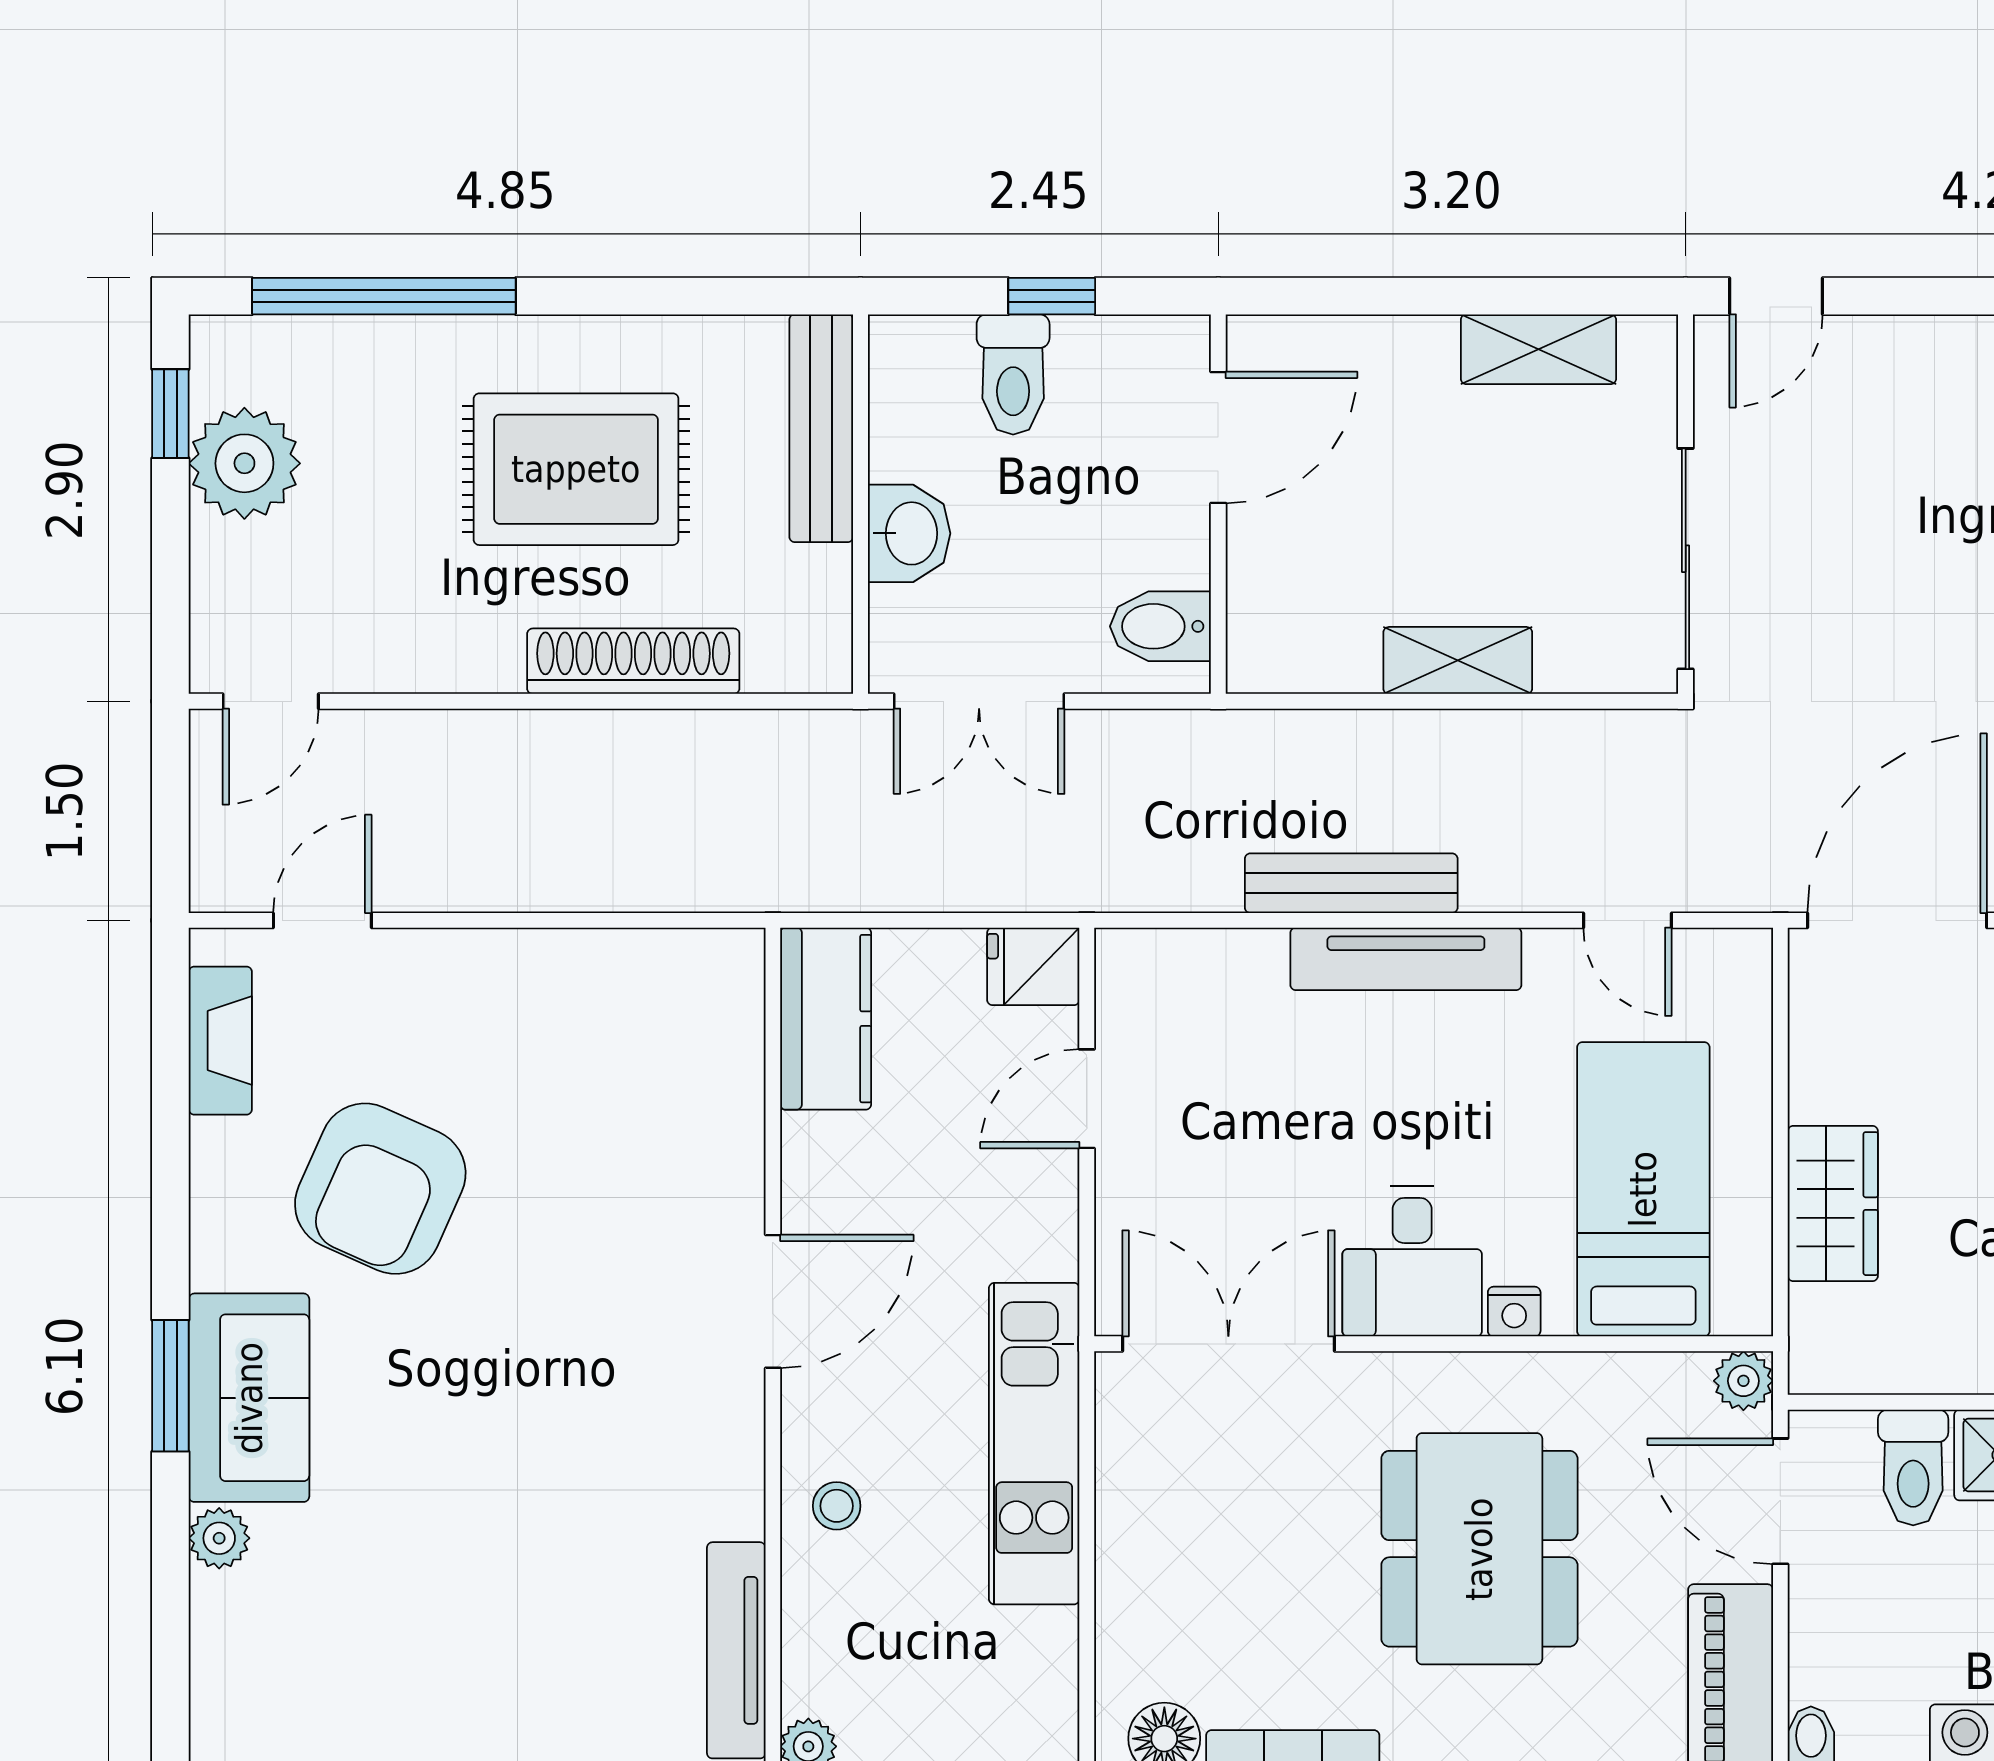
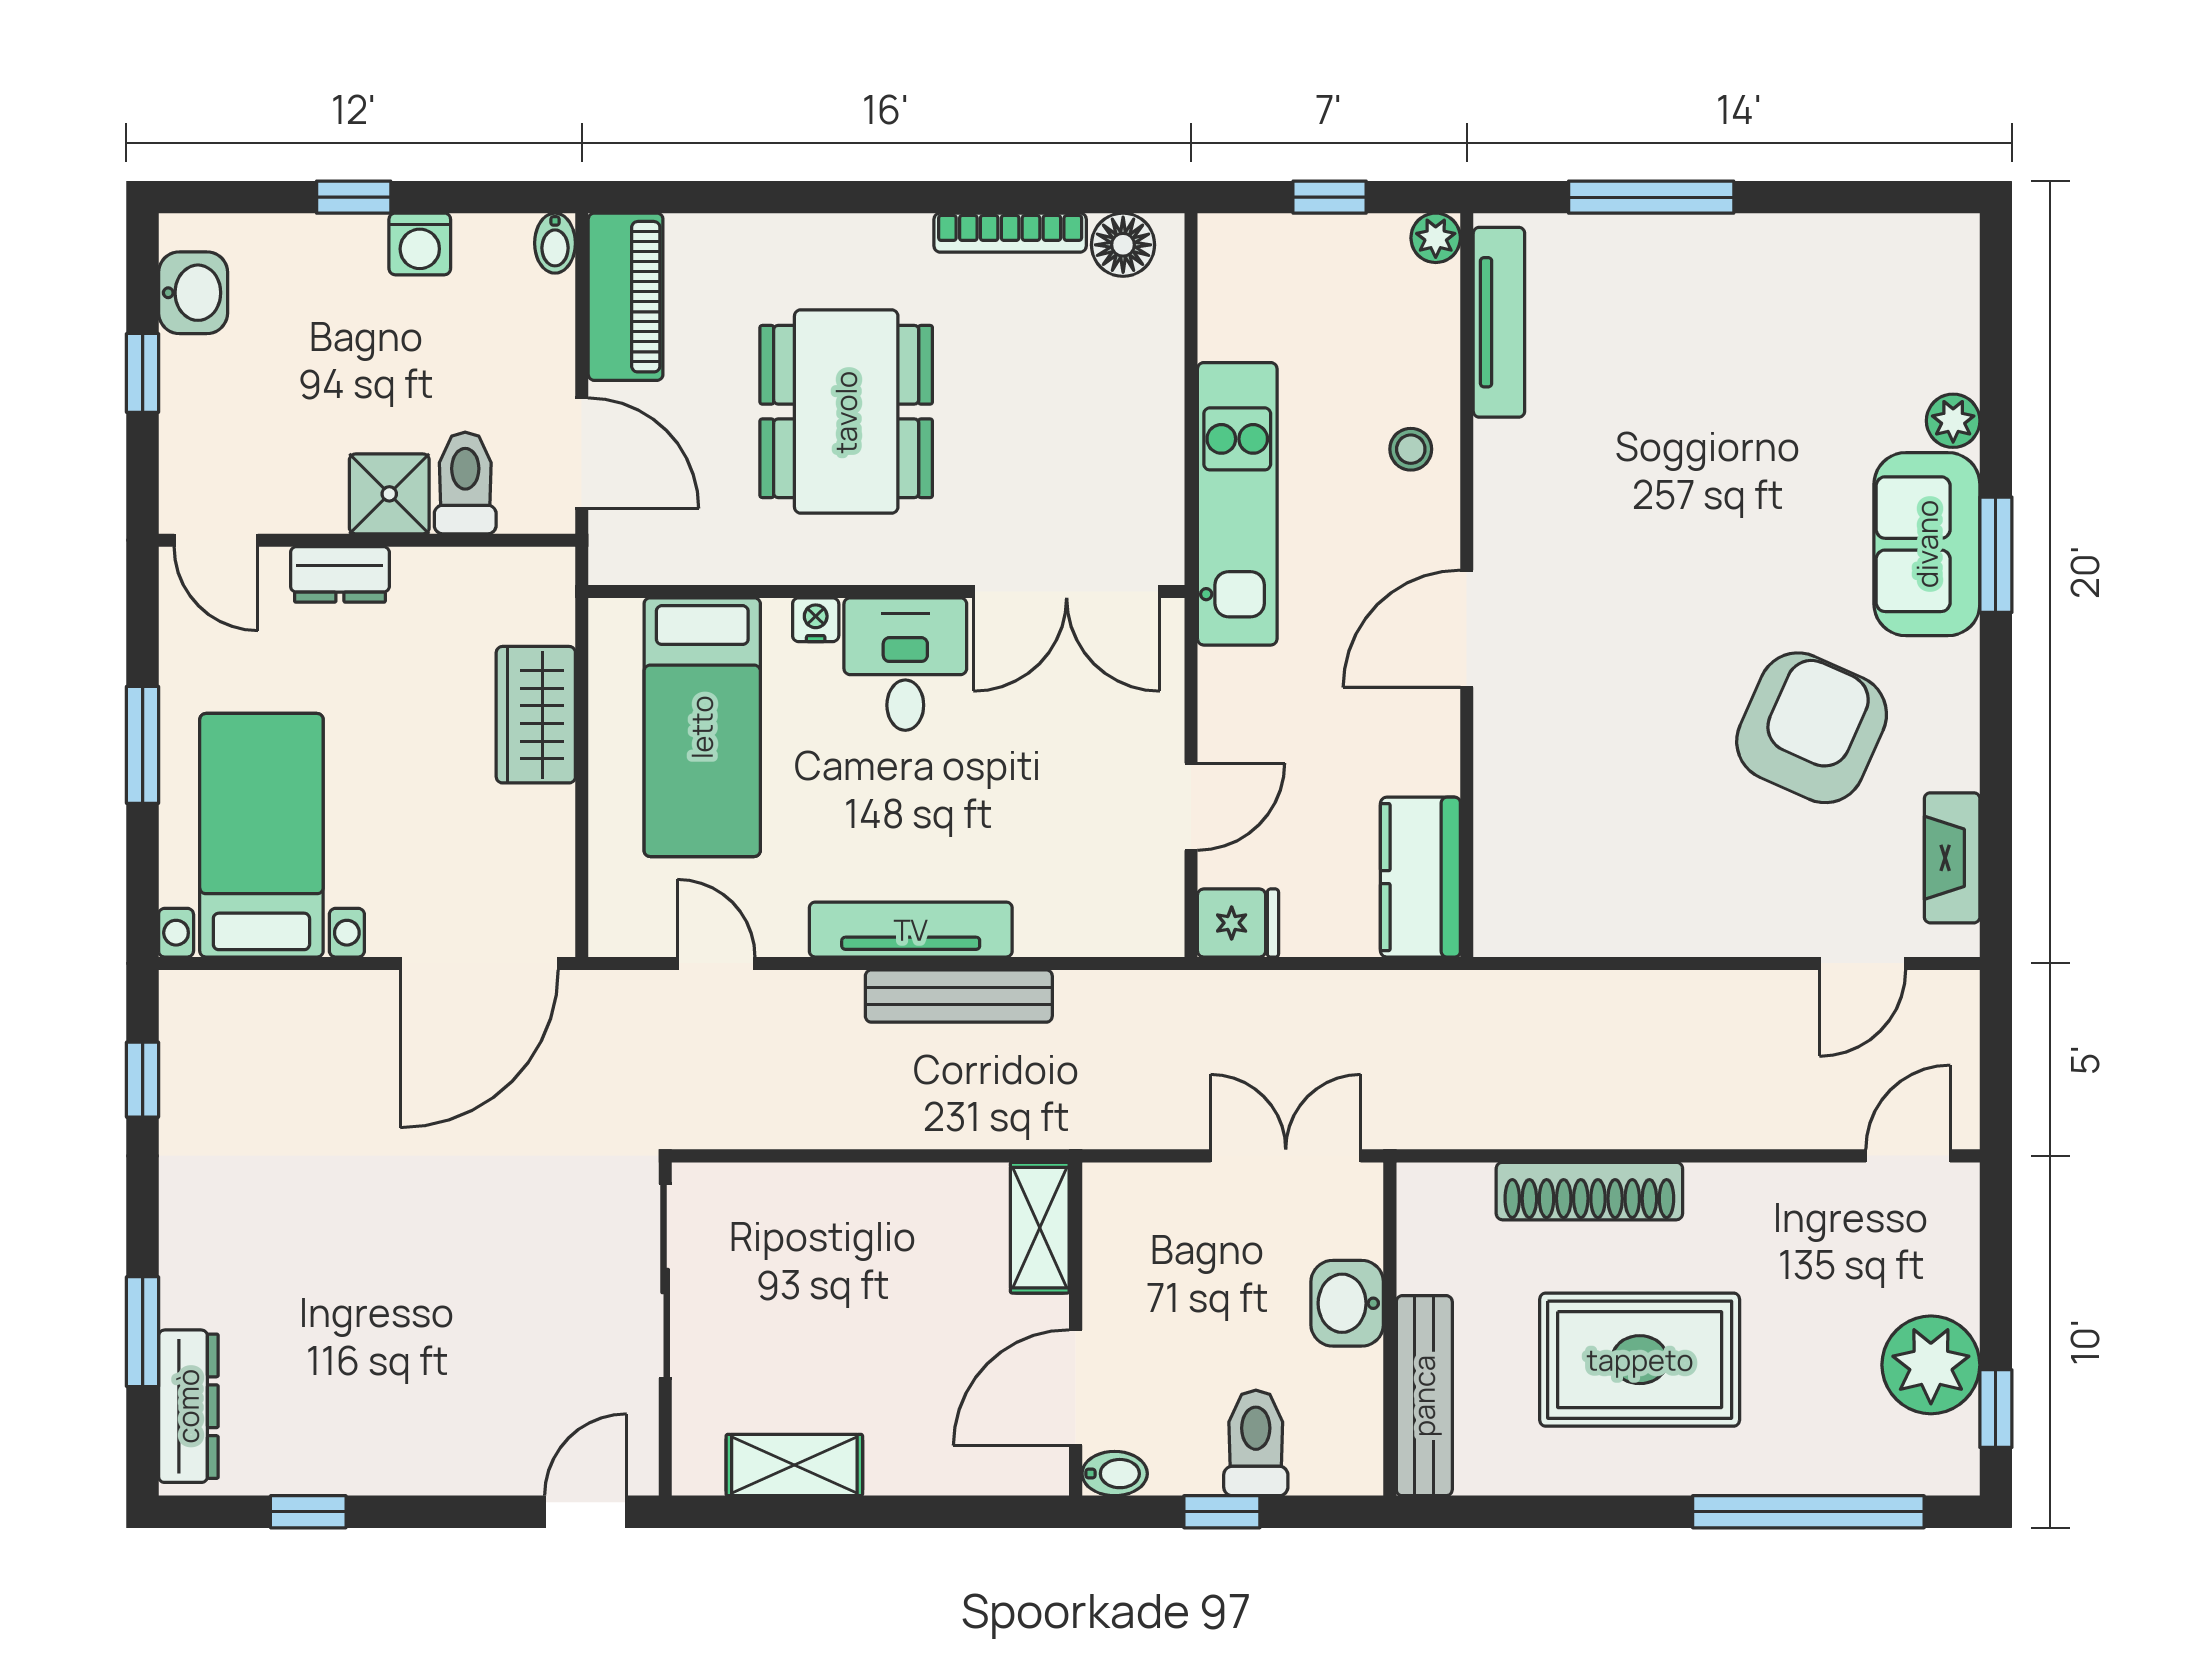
bidet: (1160, 626) -> (1115, 1474), moved, width x0.72, depth x0.74
shelving: (1458, 660) -> (1040, 1228), moved, turned 90
plant: (1743, 1381) -> (614, 559), removed

